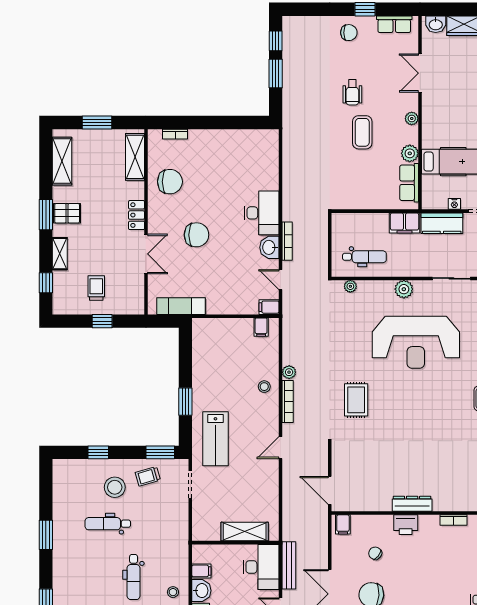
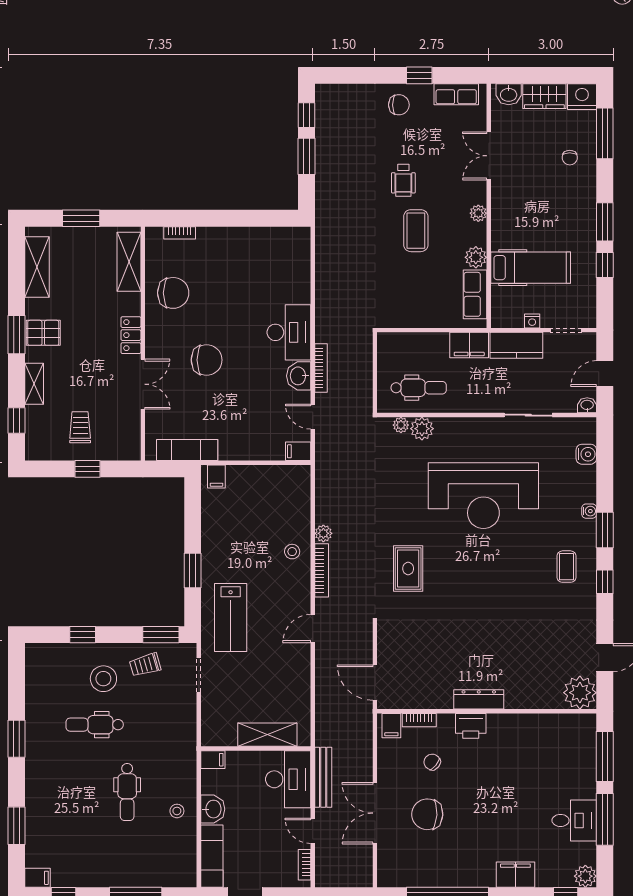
plant: (404, 289) -> (422, 429), moved
filing cabinet: (261, 327) -> (216, 476), moved
bookcase: (453, 520) -> (419, 720), moved
filing cabinet: (201, 571) -> (213, 760), moved

